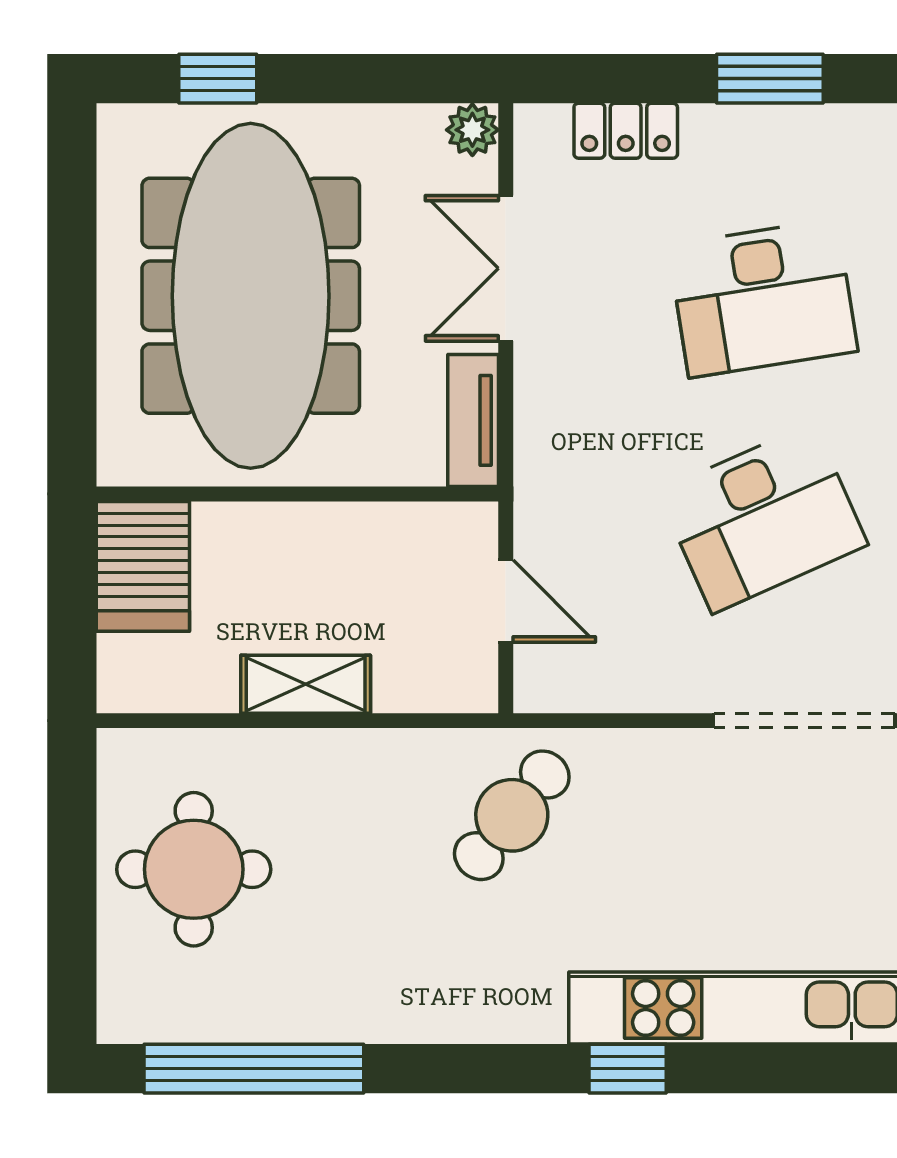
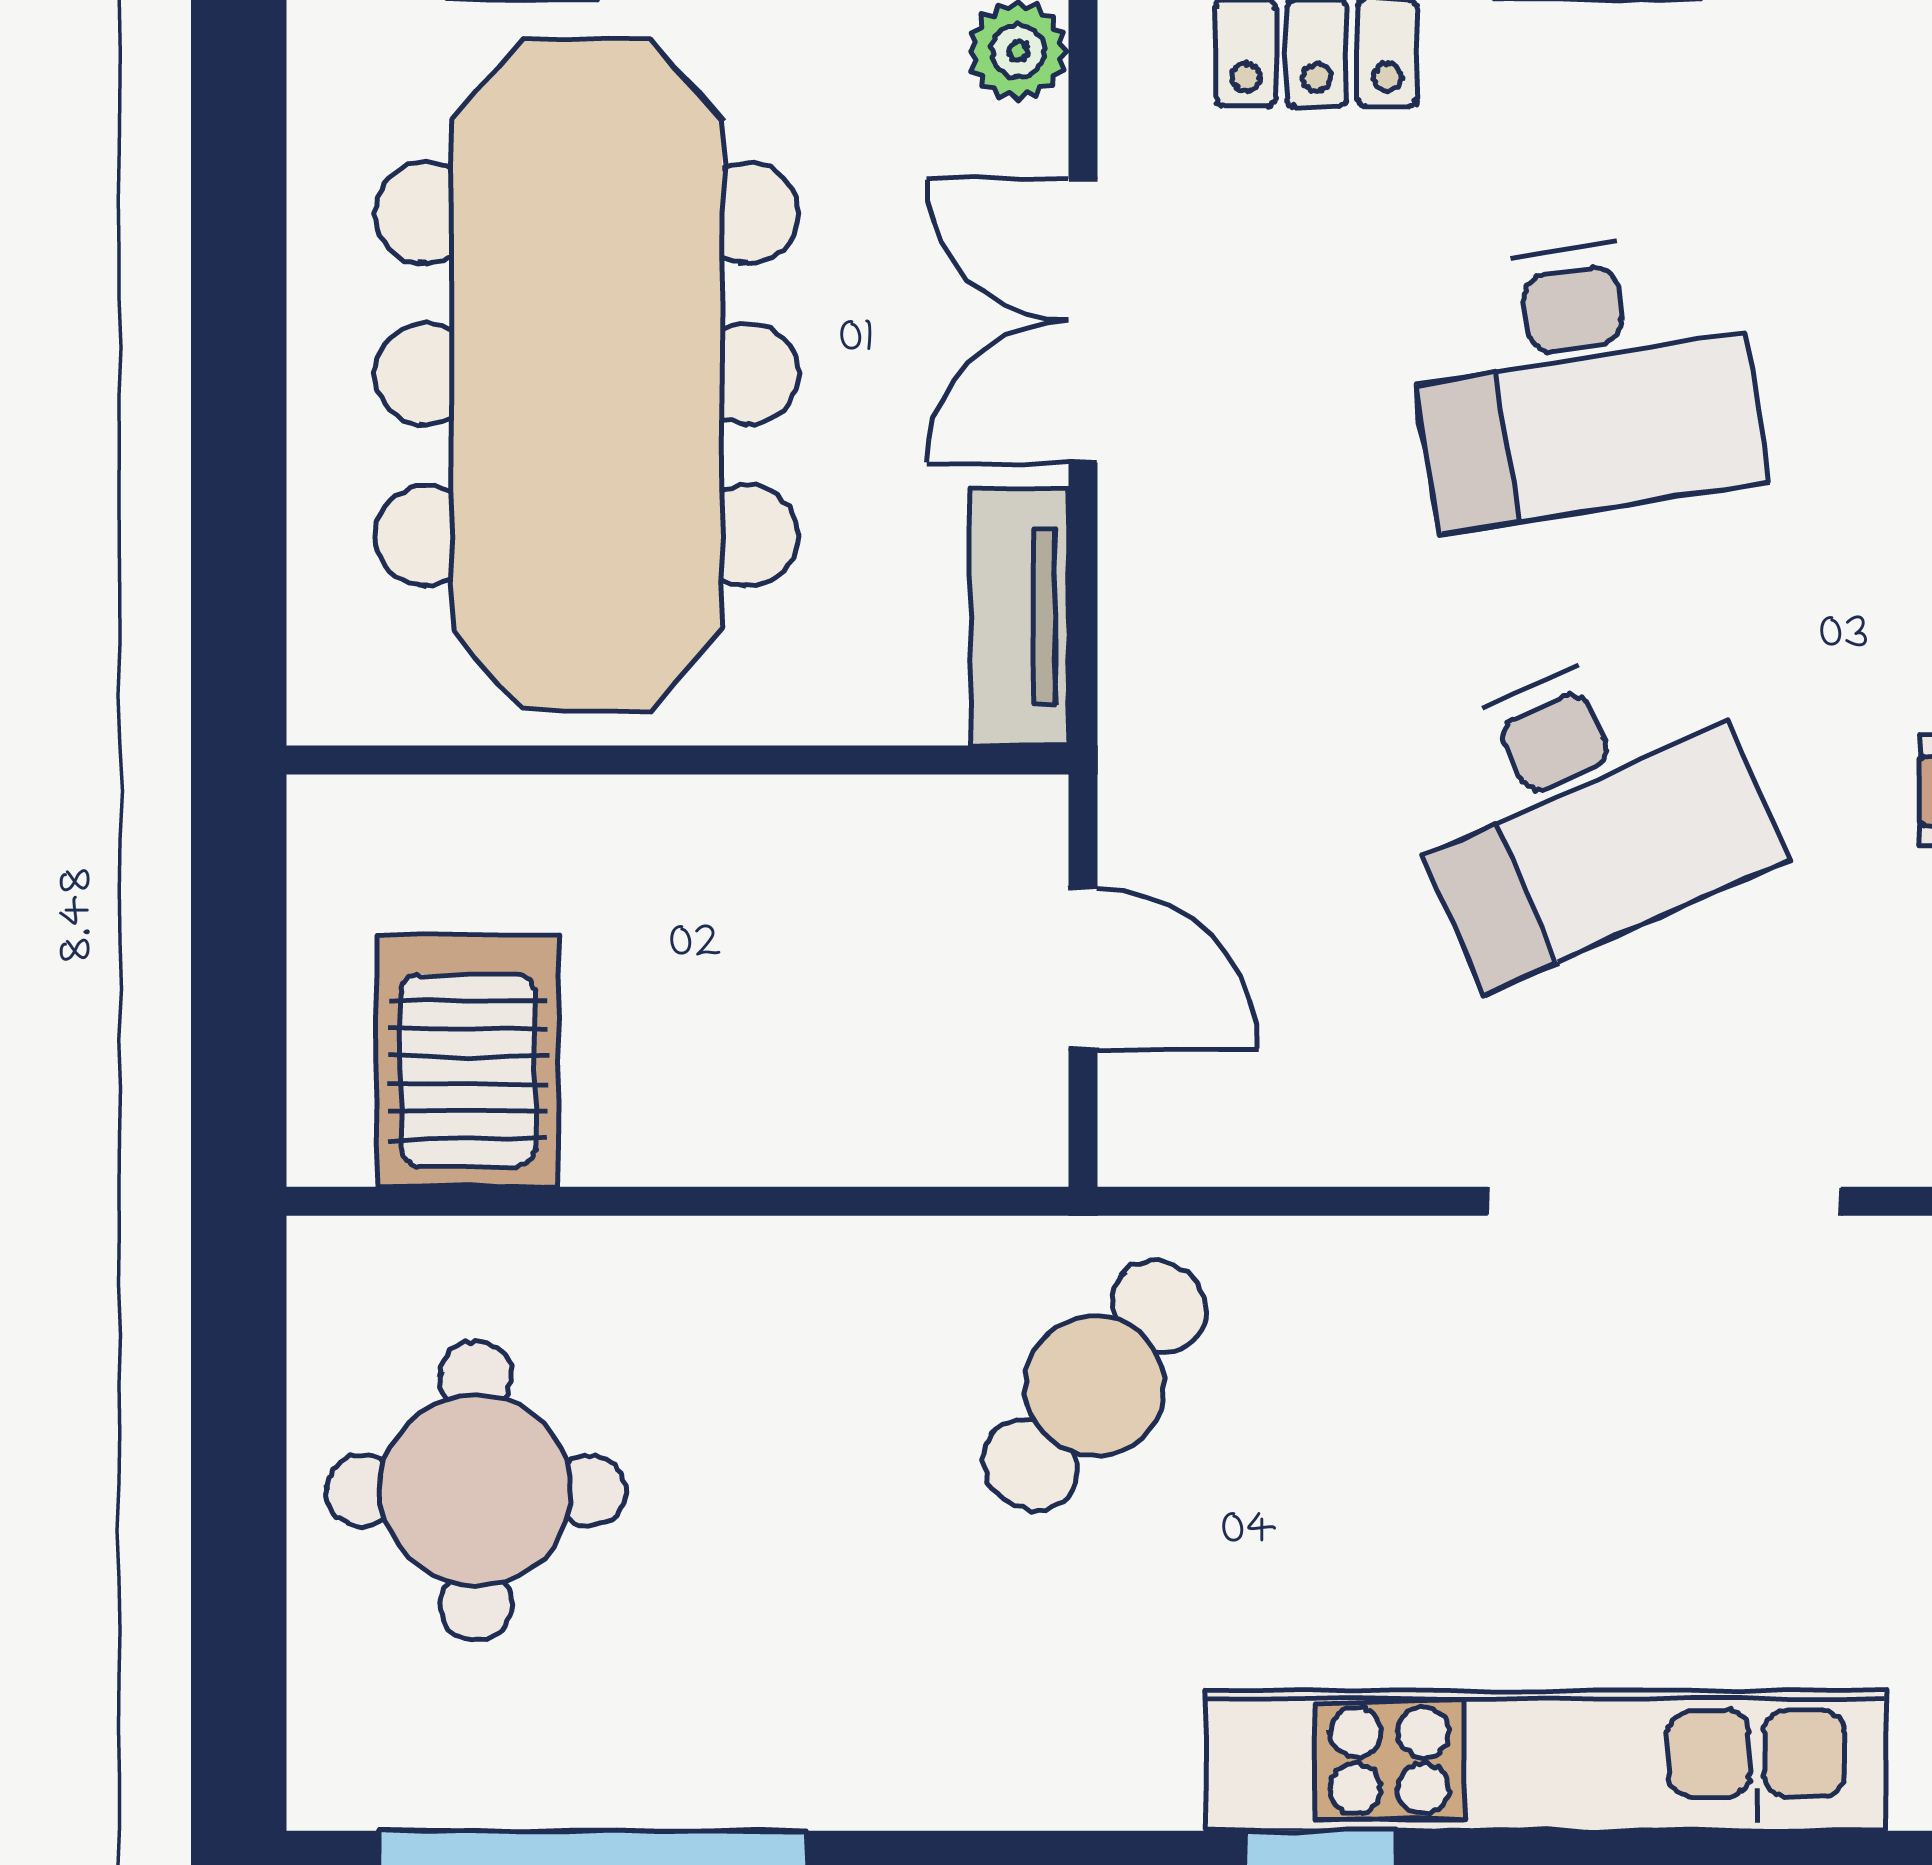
server rack: (143, 566) -> (468, 1060), moved, turned 180
shelving: (306, 684) -> (694, 1130), removed

